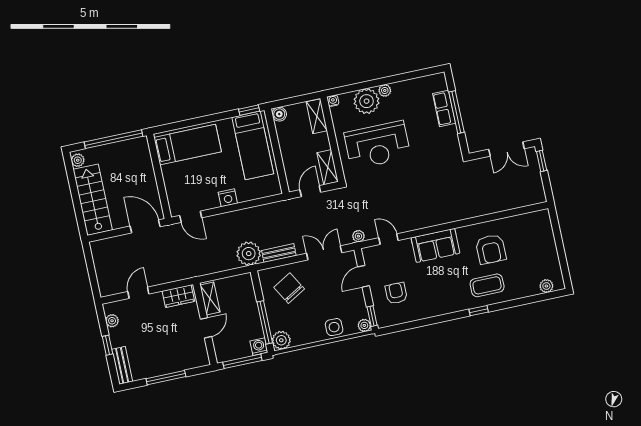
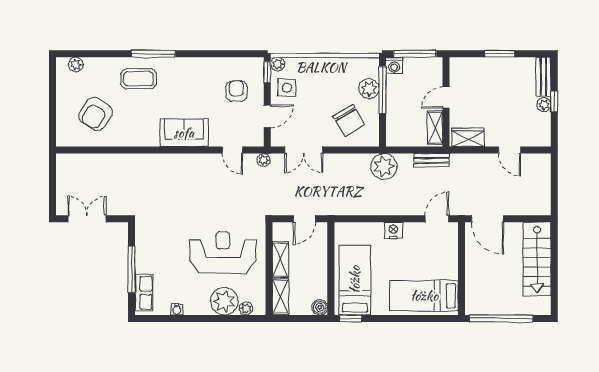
plant: (385, 90) -> (246, 308), moved
water cooler: (333, 101) -> (177, 309), moved
row of seats: (444, 108) -> (144, 293), moved
plant: (78, 160) -> (544, 304), removed
window: (542, 161) -> (52, 198), removed
shelving: (328, 167) -> (281, 259), moved
door: (191, 217) -> (437, 219), hinge flipped
armchair: (491, 249) -> (96, 114), moved, turned -147
bench: (279, 253) -> (432, 160), moved
door: (138, 293) -> (510, 150), hinge flipped
armchair: (396, 293) -> (236, 91), turned 180
window: (479, 311) -> (153, 54), width x2.17
plant: (112, 321) -> (544, 105), moved
side table: (334, 327) -> (287, 88), moved
plant: (281, 340) -> (369, 89), moved
window: (166, 378) -> (500, 54), width x0.69

